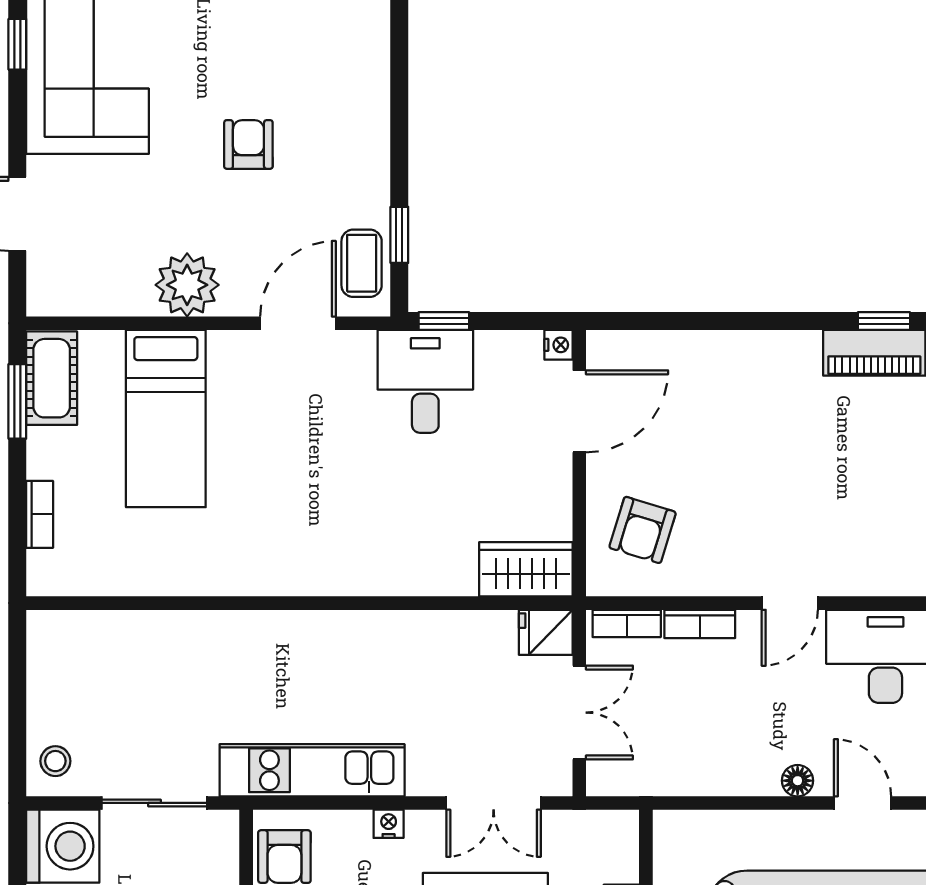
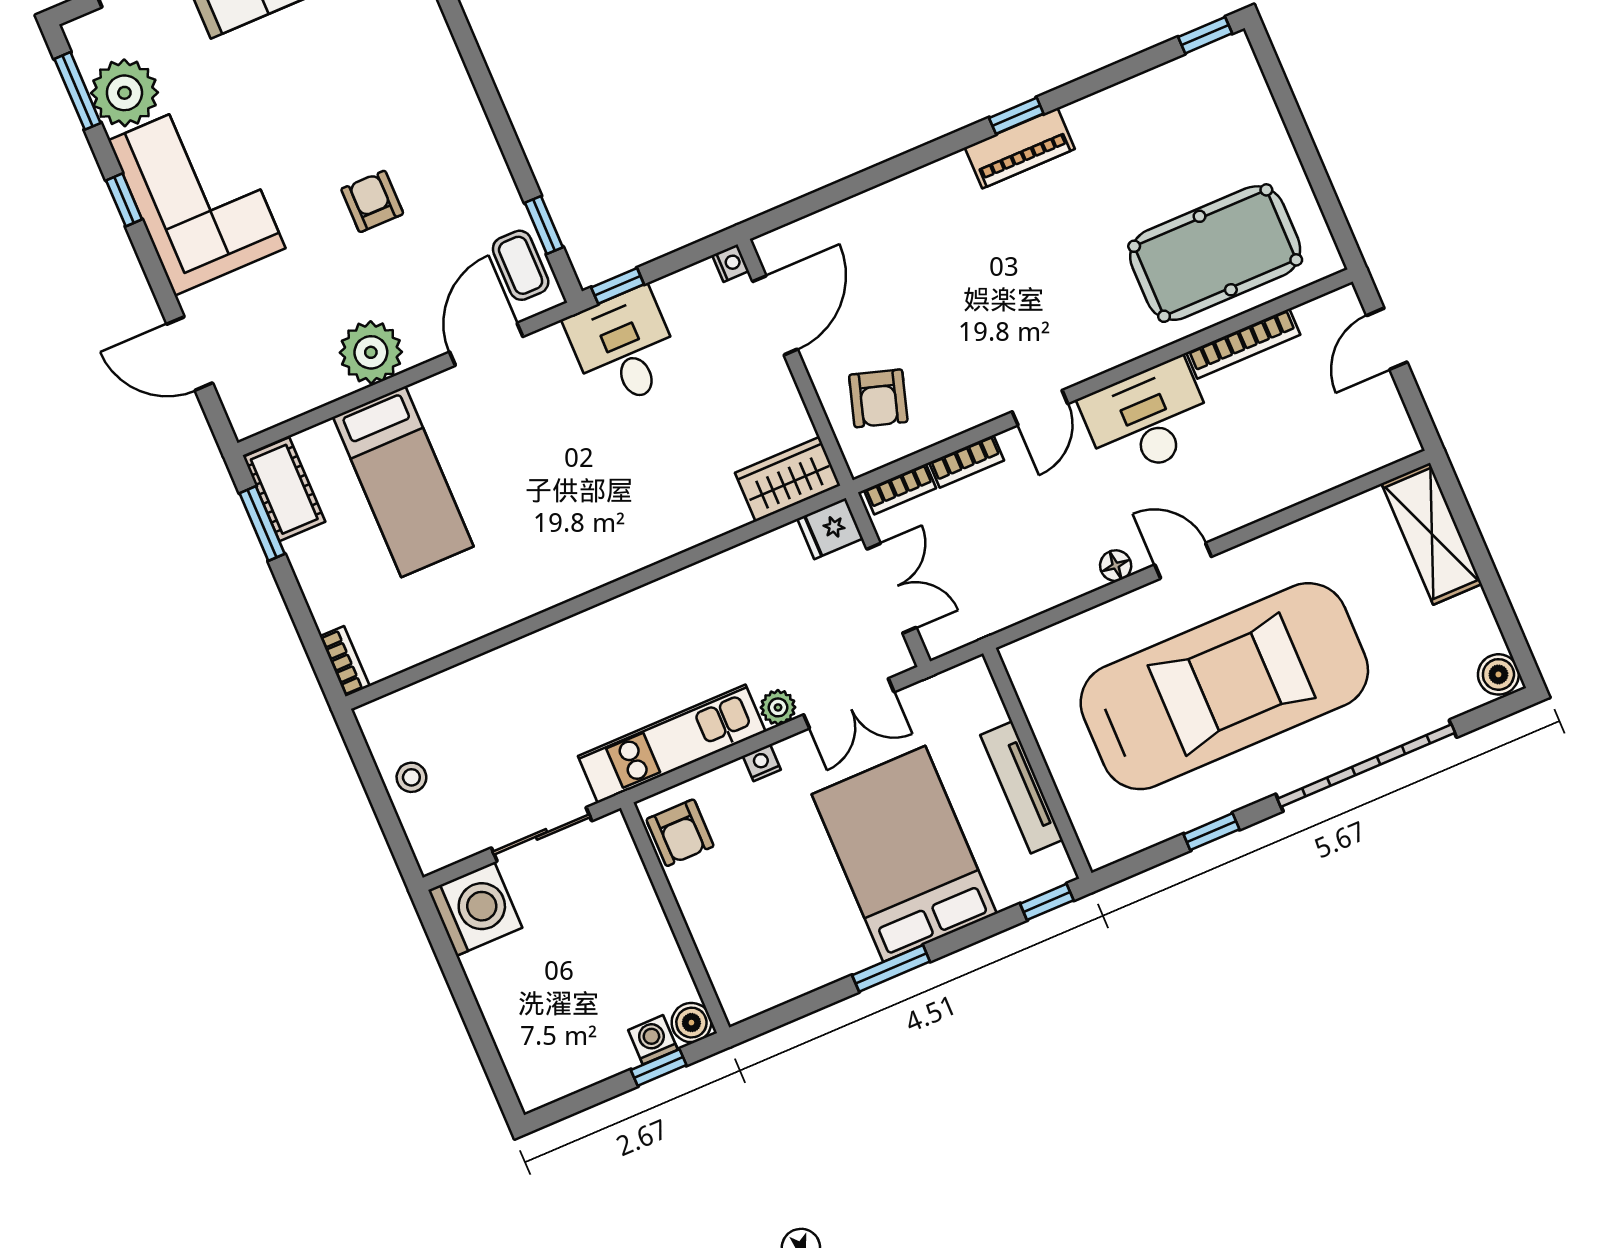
bookcase: (40, 514) -> (345, 661), moved
stool: (55, 761) -> (411, 777), moved
plant: (426, 779) -> (778, 707), added

